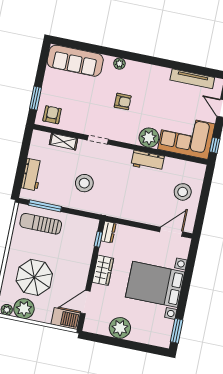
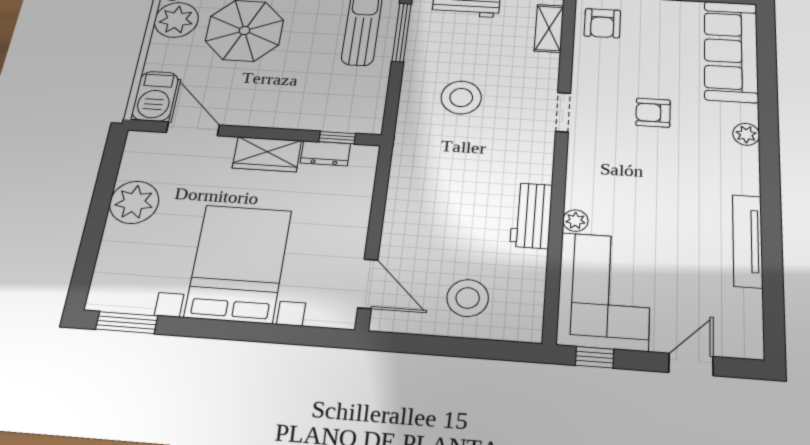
tv unit: (192, 79) -> (748, 241), moved
armchair: (123, 102) -> (653, 113), moved, turned 90
armchair: (52, 115) -> (602, 23), turned 90
plant: (149, 138) -> (575, 221), width x0.53, depth x0.53
shelving: (63, 142) -> (549, 28), moved
dresser: (108, 232) -> (325, 153), moved

